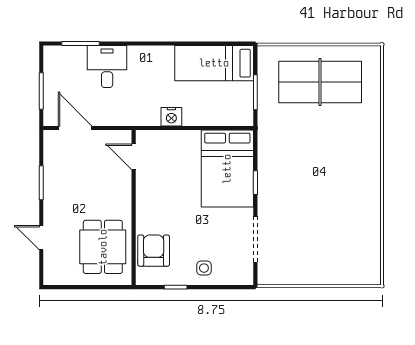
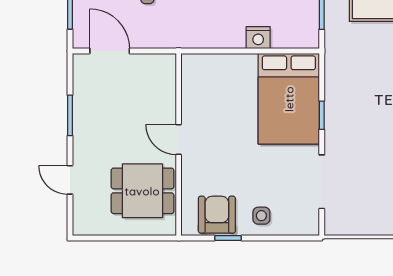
nightstand: (171, 117) -> (258, 38), moved
door: (134, 157) -> (179, 140), moved
dining table: (103, 247) -> (142, 191), turned 90
armchair: (154, 251) -> (217, 215), moved

